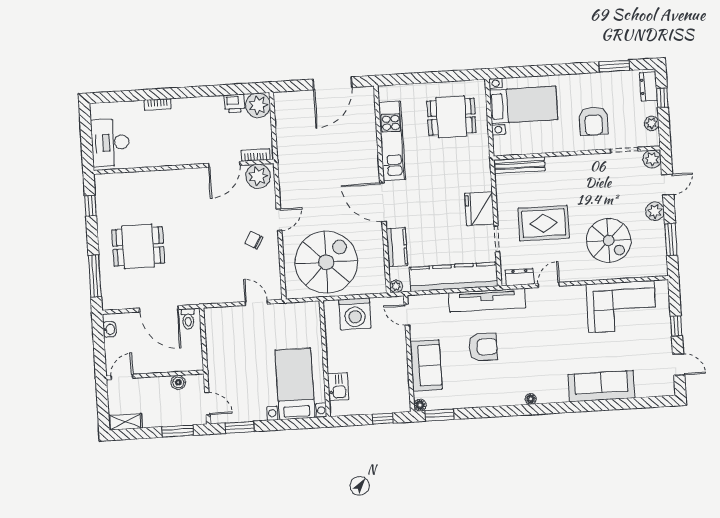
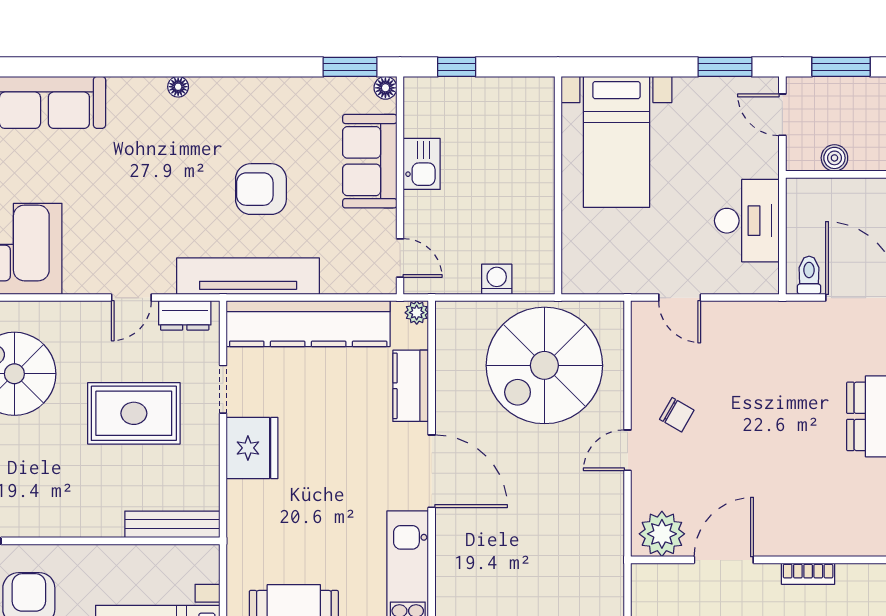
bookcase: (256, 155) -> (808, 574), moved
washing machine: (355, 314) -> (497, 279), width x0.53, depth x0.53
desk: (223, 346) -> (747, 221), added
kitchen sink: (338, 387) -> (422, 164), moved, turned 180

